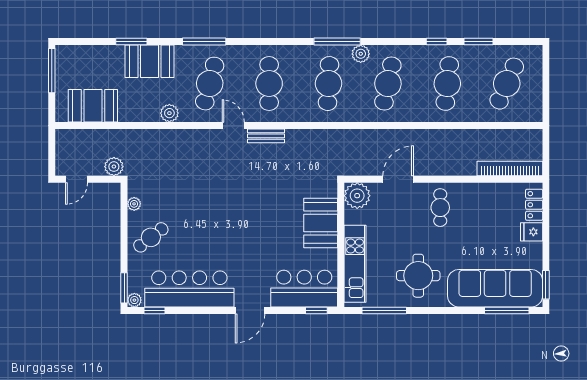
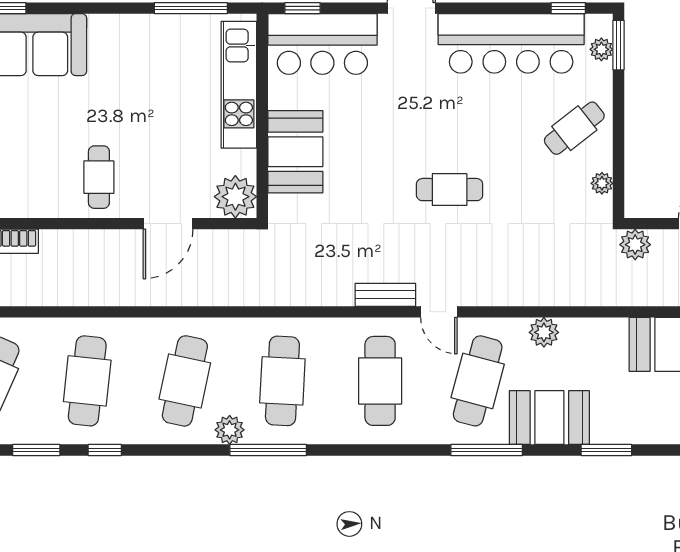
booth: (149, 61) -> (549, 418), moved
cafe table: (227, 200) -> (450, 190), added
round table: (418, 276) -> (135, 65), removed
plant: (134, 300) -> (601, 49), moved

